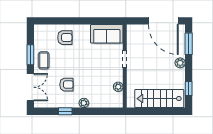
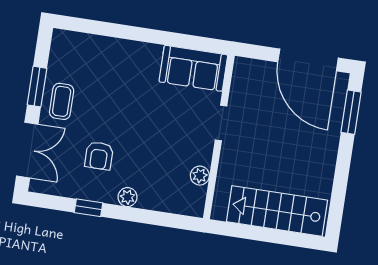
armchair: (65, 38) -> (110, 63), removed
plant: (180, 63) -> (329, 147), removed
armchair: (66, 85) -> (99, 156), turned 90
window: (189, 88) -> (338, 200), removed

